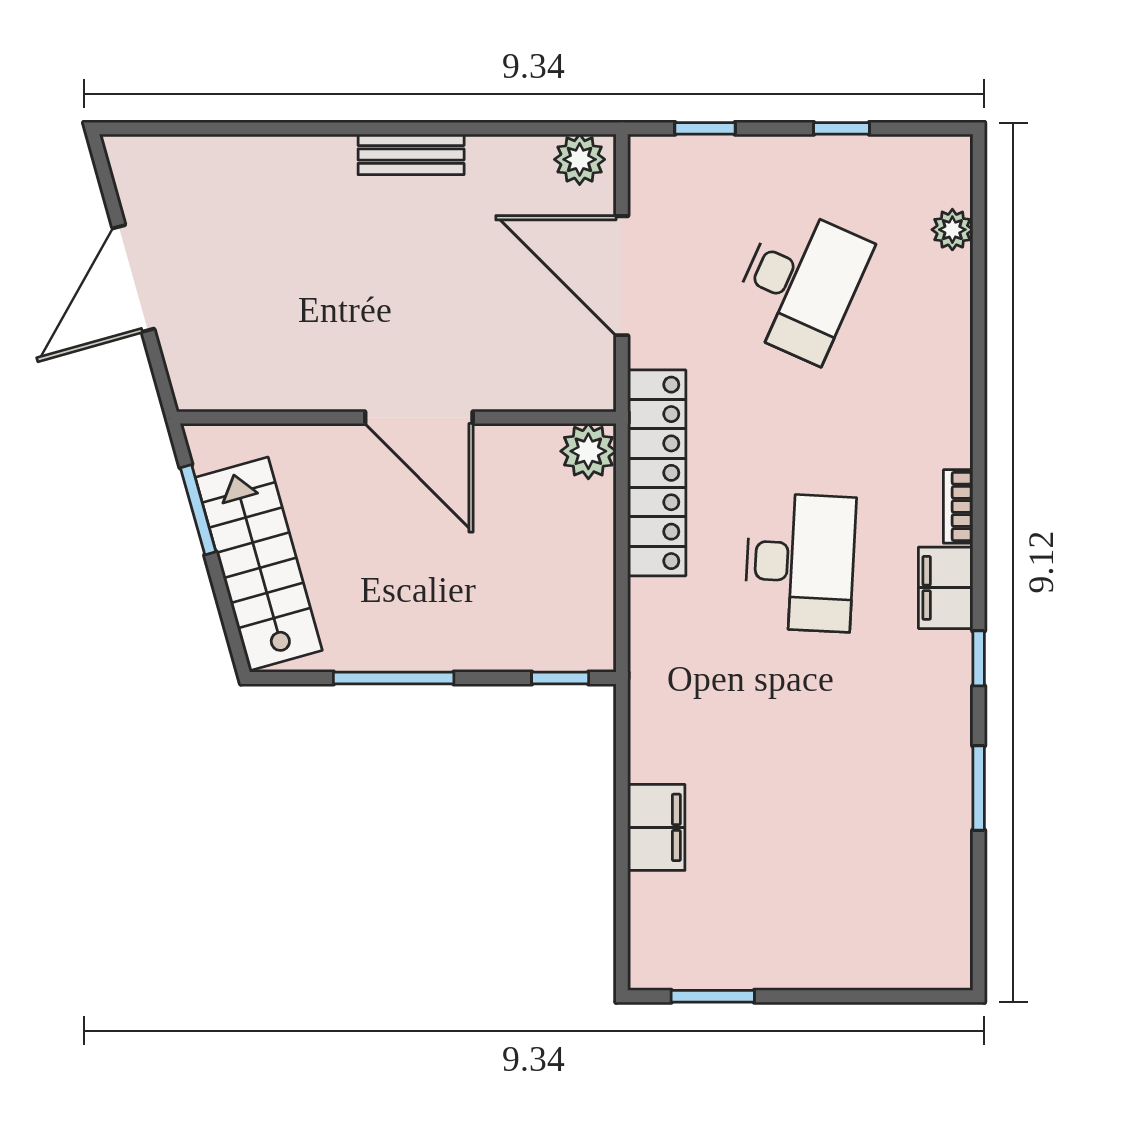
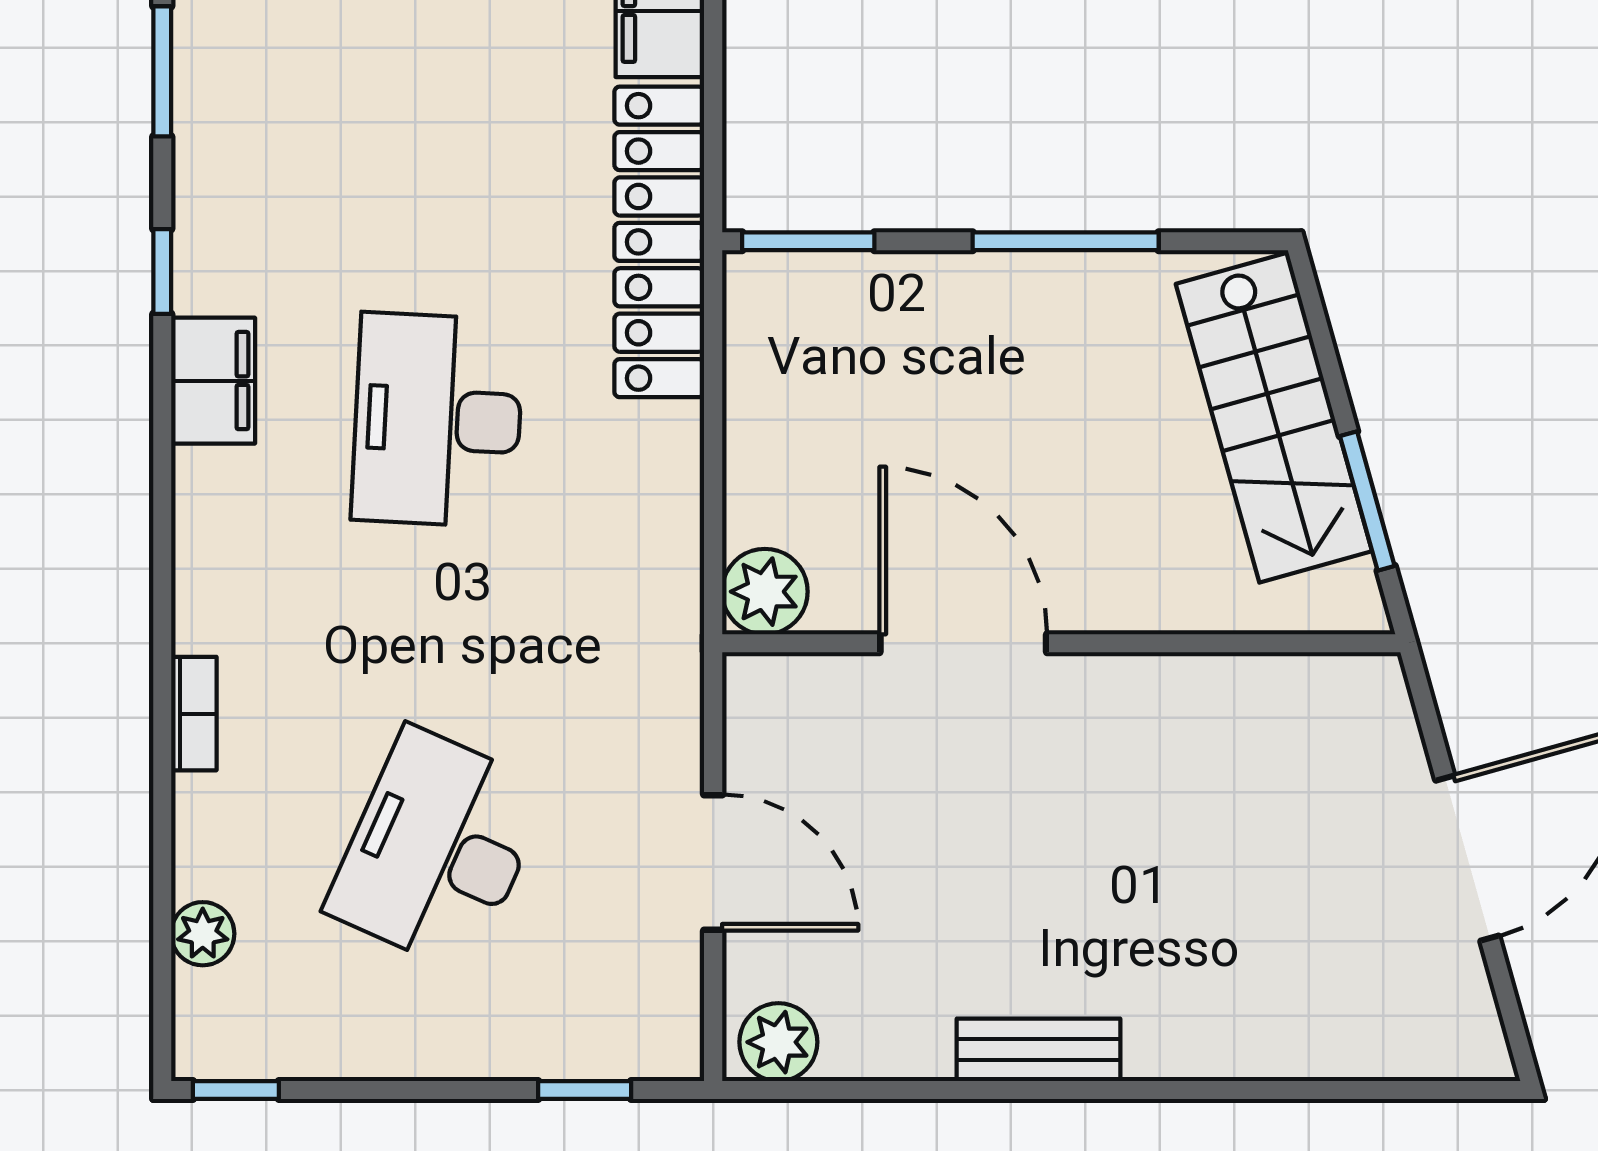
window: (841, 128) -> (236, 1090), moved
door: (622, 276) -> (713, 863), width x0.73
door: (419, 418) -> (963, 643), moved
locker: (657, 473) -> (659, 242), moved
bookcase: (958, 506) -> (194, 714), moved
window: (560, 678) -> (808, 241), width x1.50

